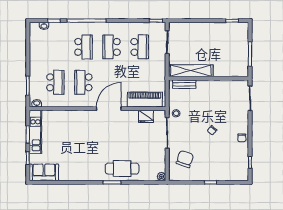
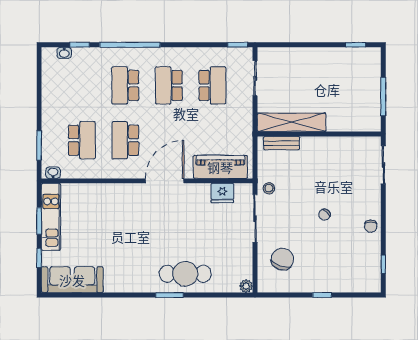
school desk: (83, 47) -> (125, 85), turned 180
sofa: (44, 172) -> (72, 280), width x1.36

